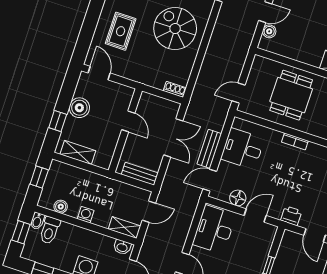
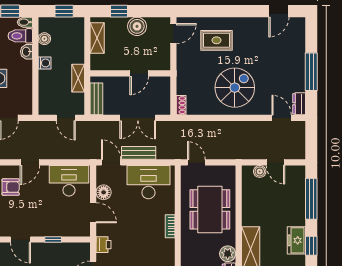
dining table: (291, 95) -> (210, 209), width x1.38
desk: (243, 149) -> (148, 182), width x1.37
shelving: (124, 227) -> (78, 78), moved
washbasin: (122, 247) -> (27, 52), moved

